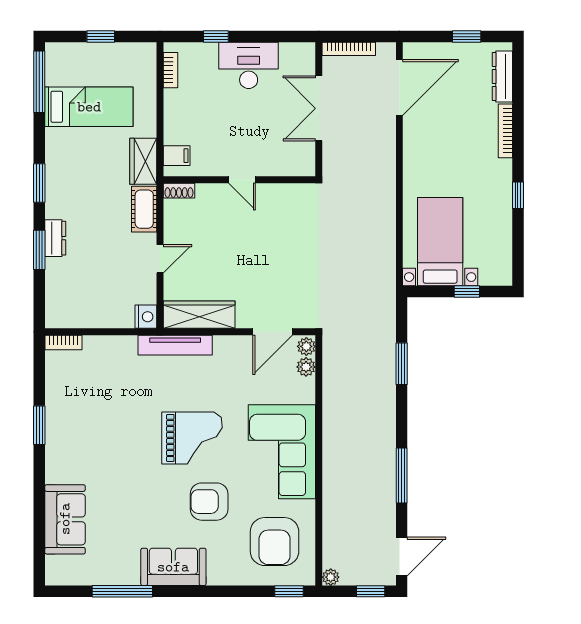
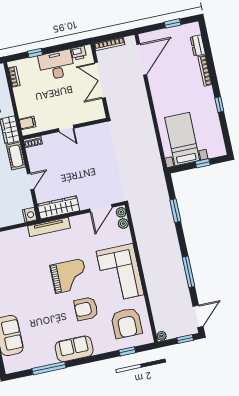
printer: (292, 53) -> (79, 53), added
dresser: (502, 76) -> (198, 45), width x0.70
window: (289, 591) -> (127, 351), moved

